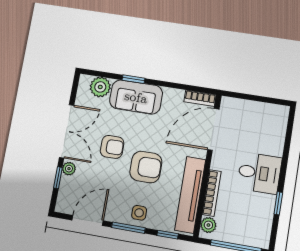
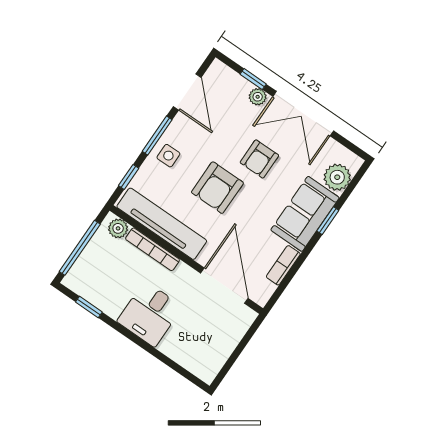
bookcase: (200, 98) -> (283, 265), moved
window: (278, 203) -> (89, 307), moved

